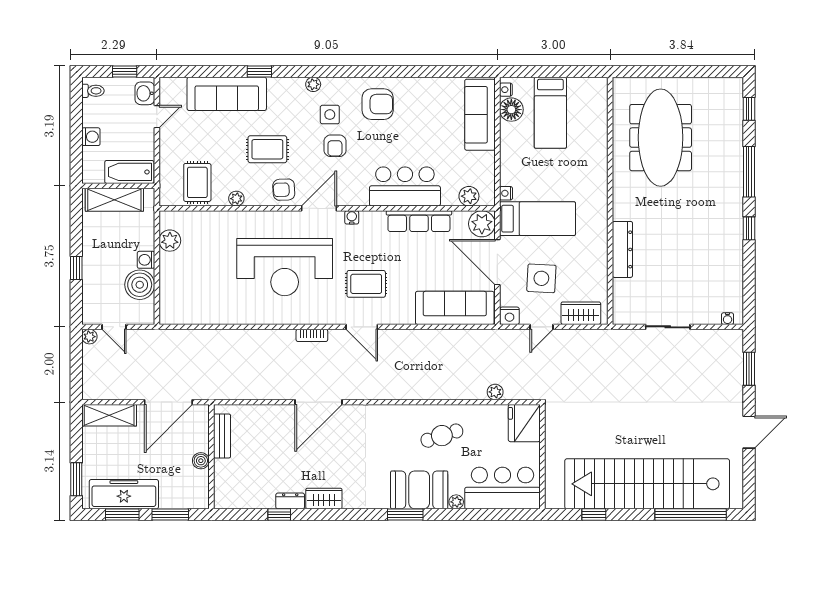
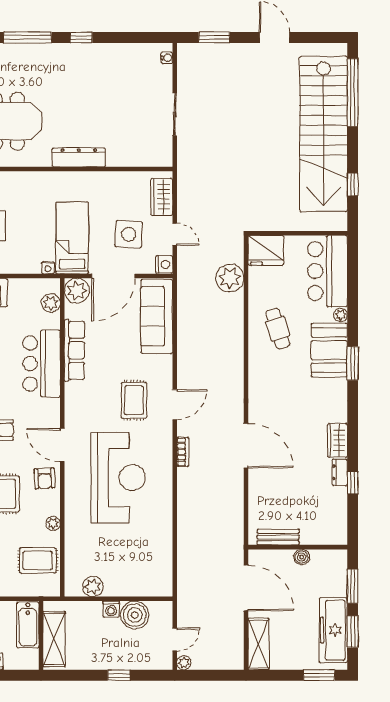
water cooler: (352, 217) -> (71, 414), removed
dresser: (622, 249) -> (79, 157), moved
plant: (495, 392) -> (230, 278), width x1.87, depth x1.87

